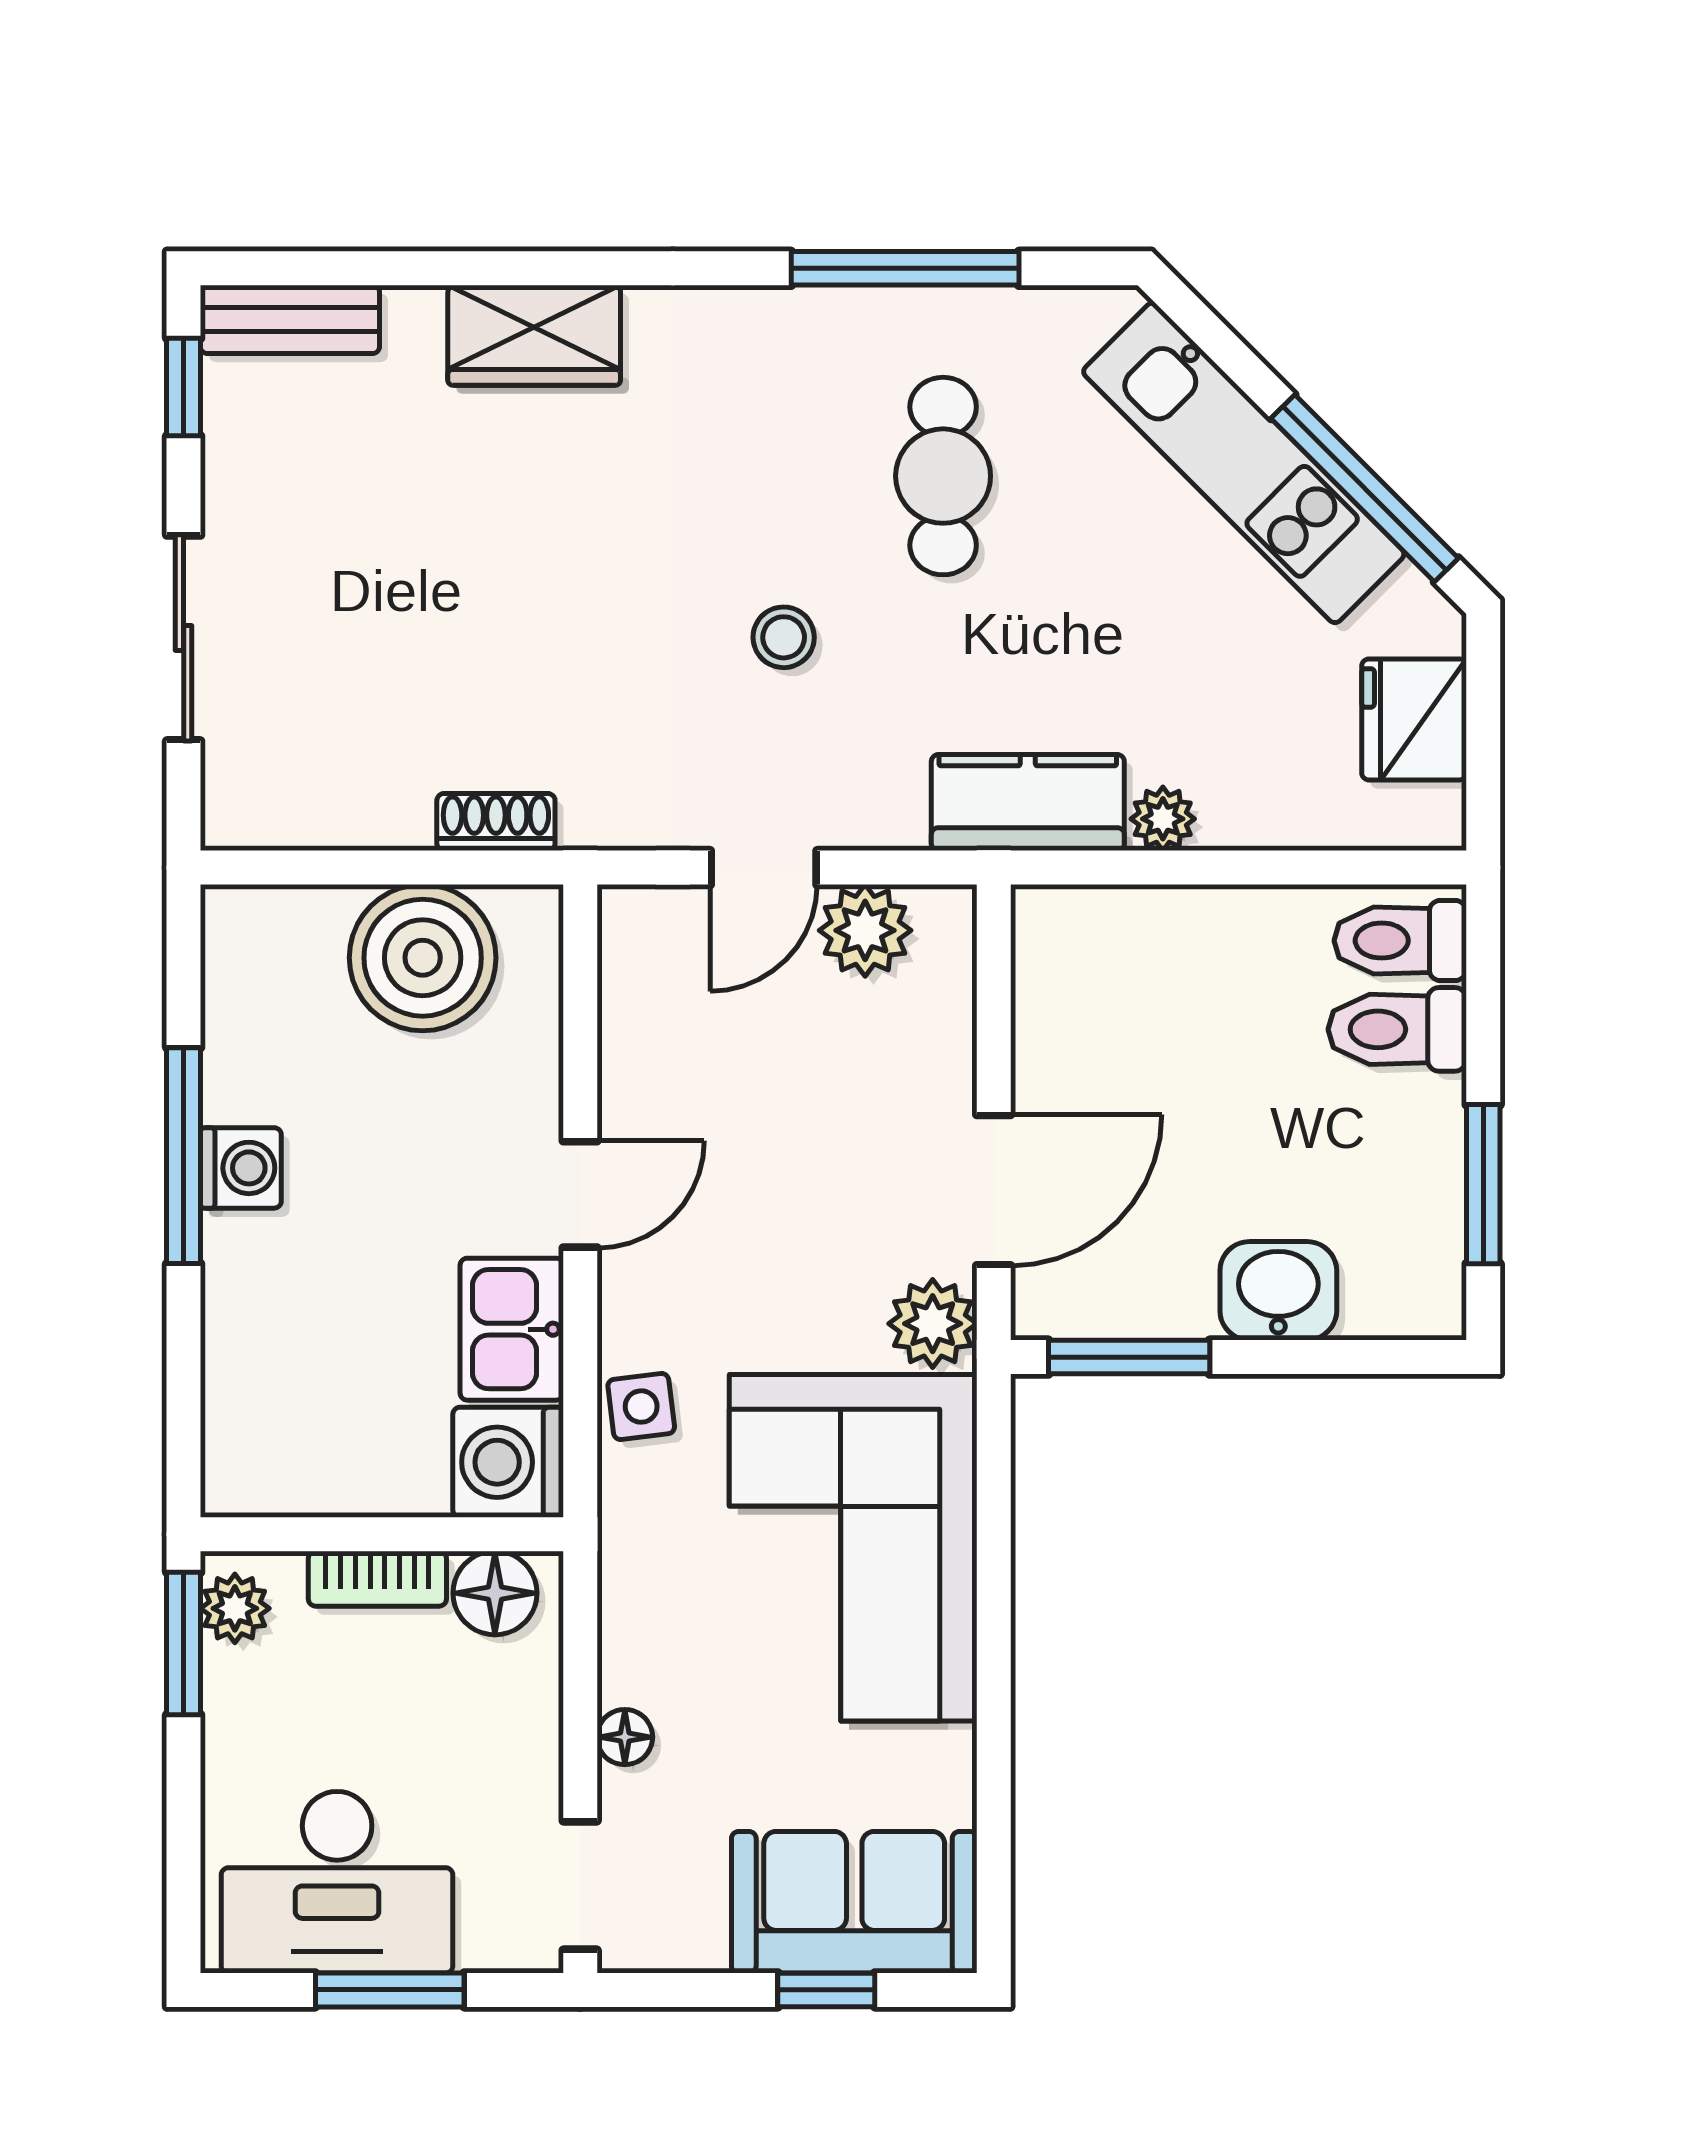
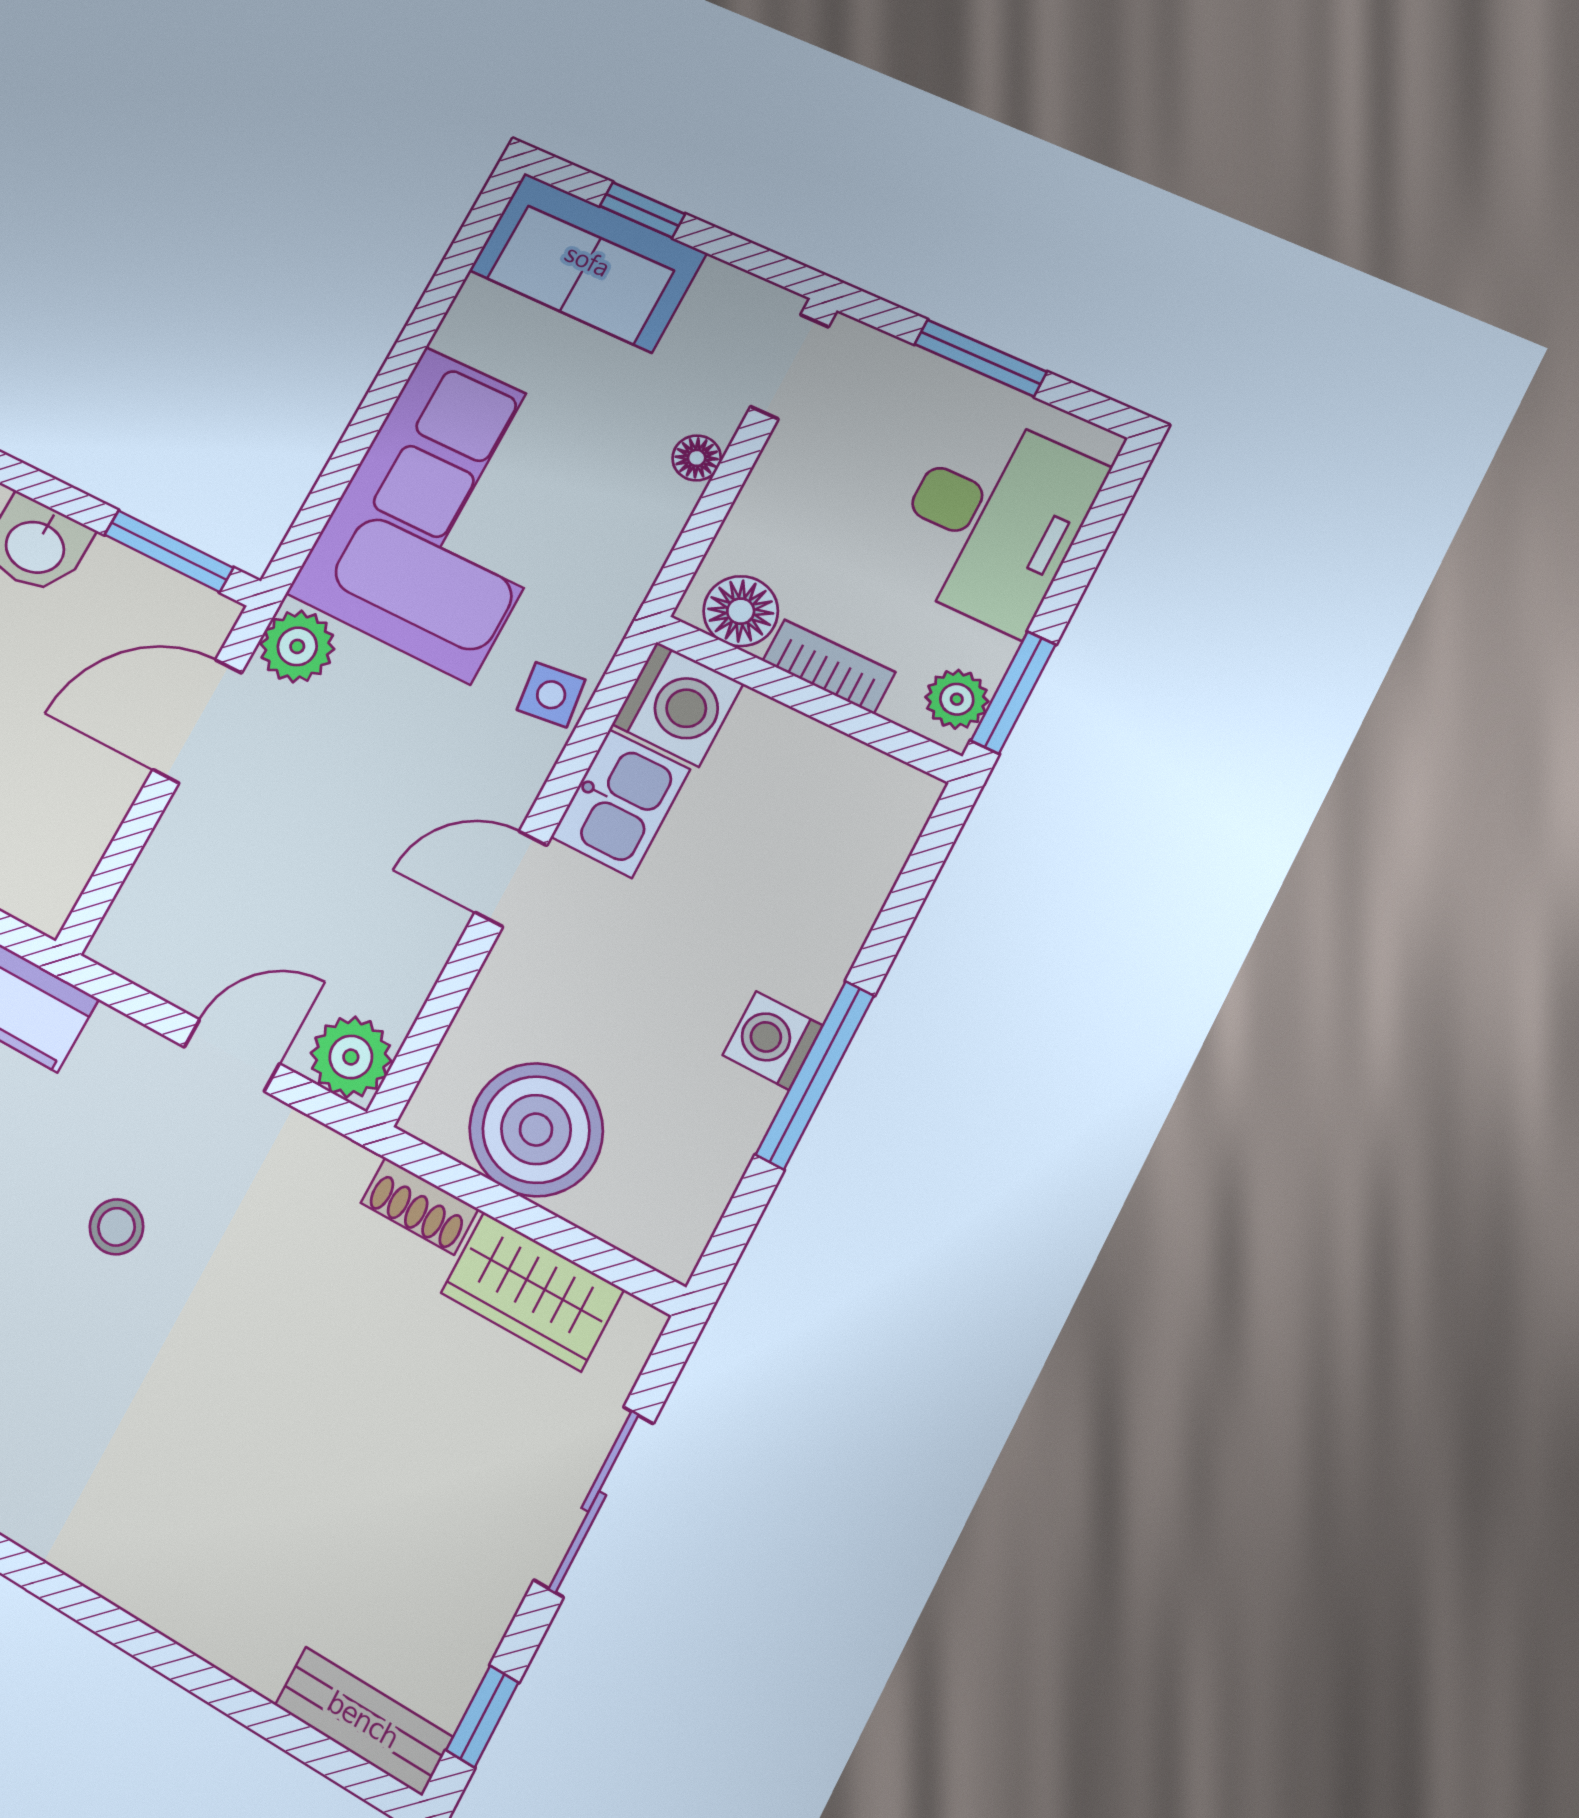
wardrobe: (534, 335) -> (532, 1291), moved, turned 180
plant: (865, 930) -> (351, 1057), moved
desk: (337, 1882) -> (993, 520), moved, turned 90

